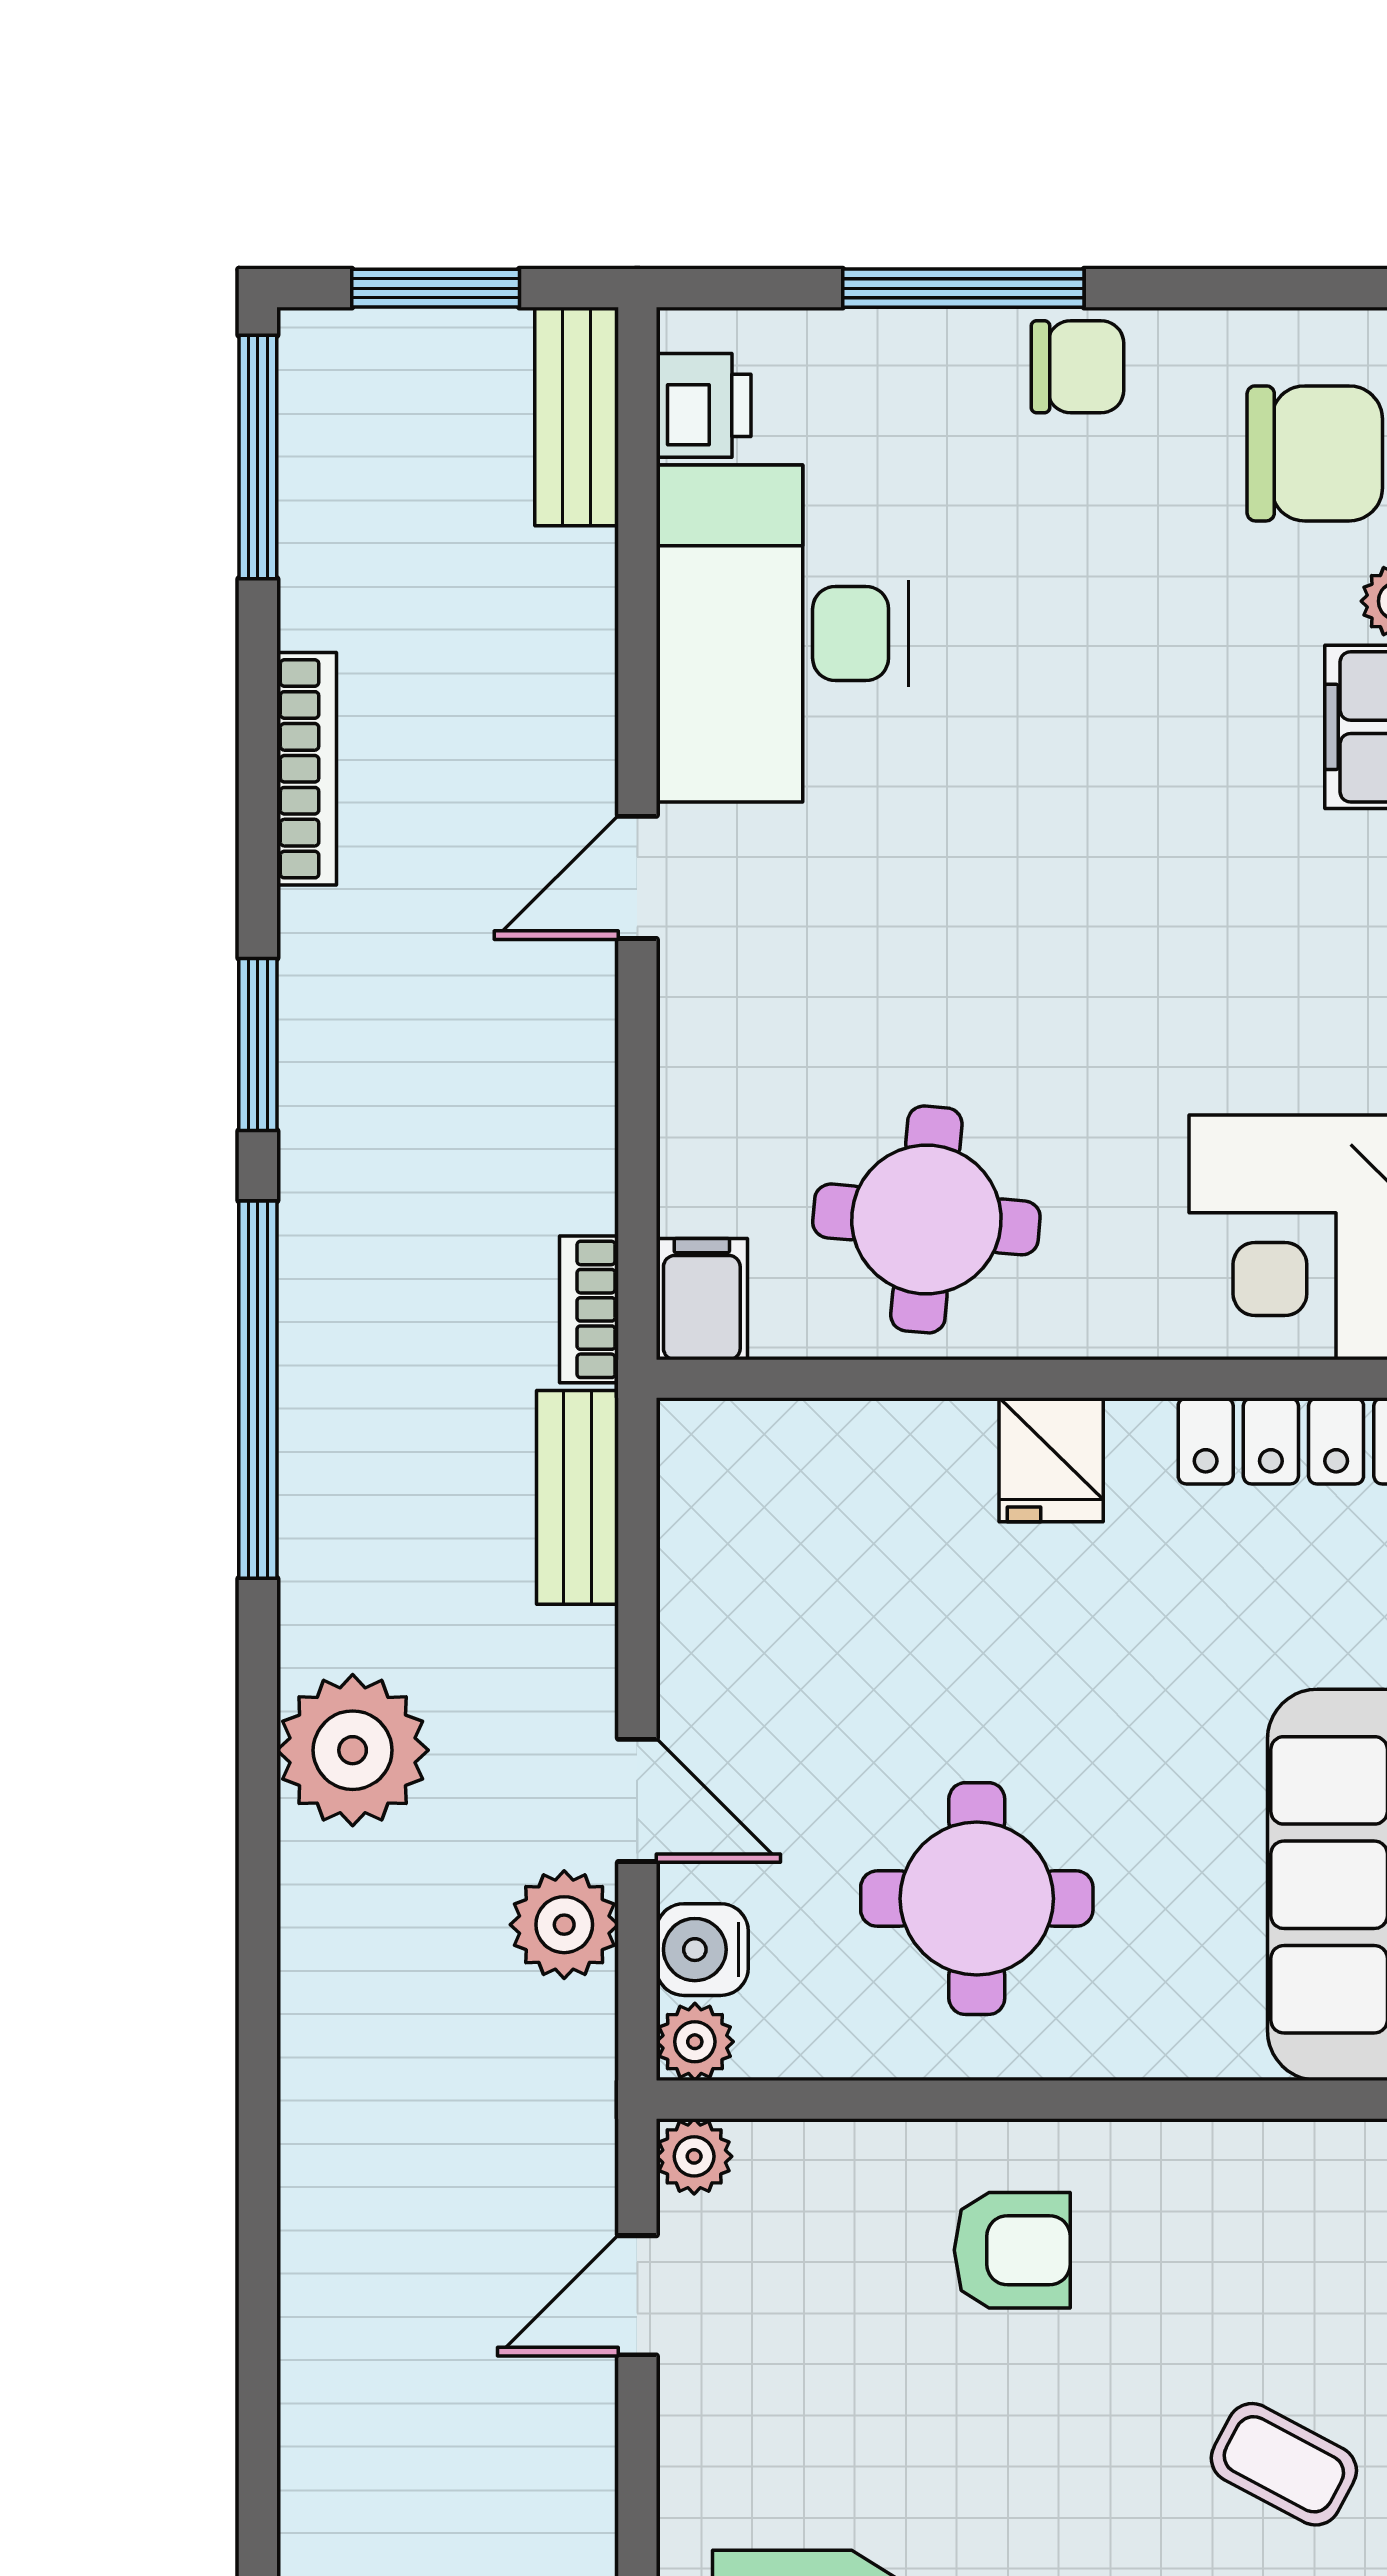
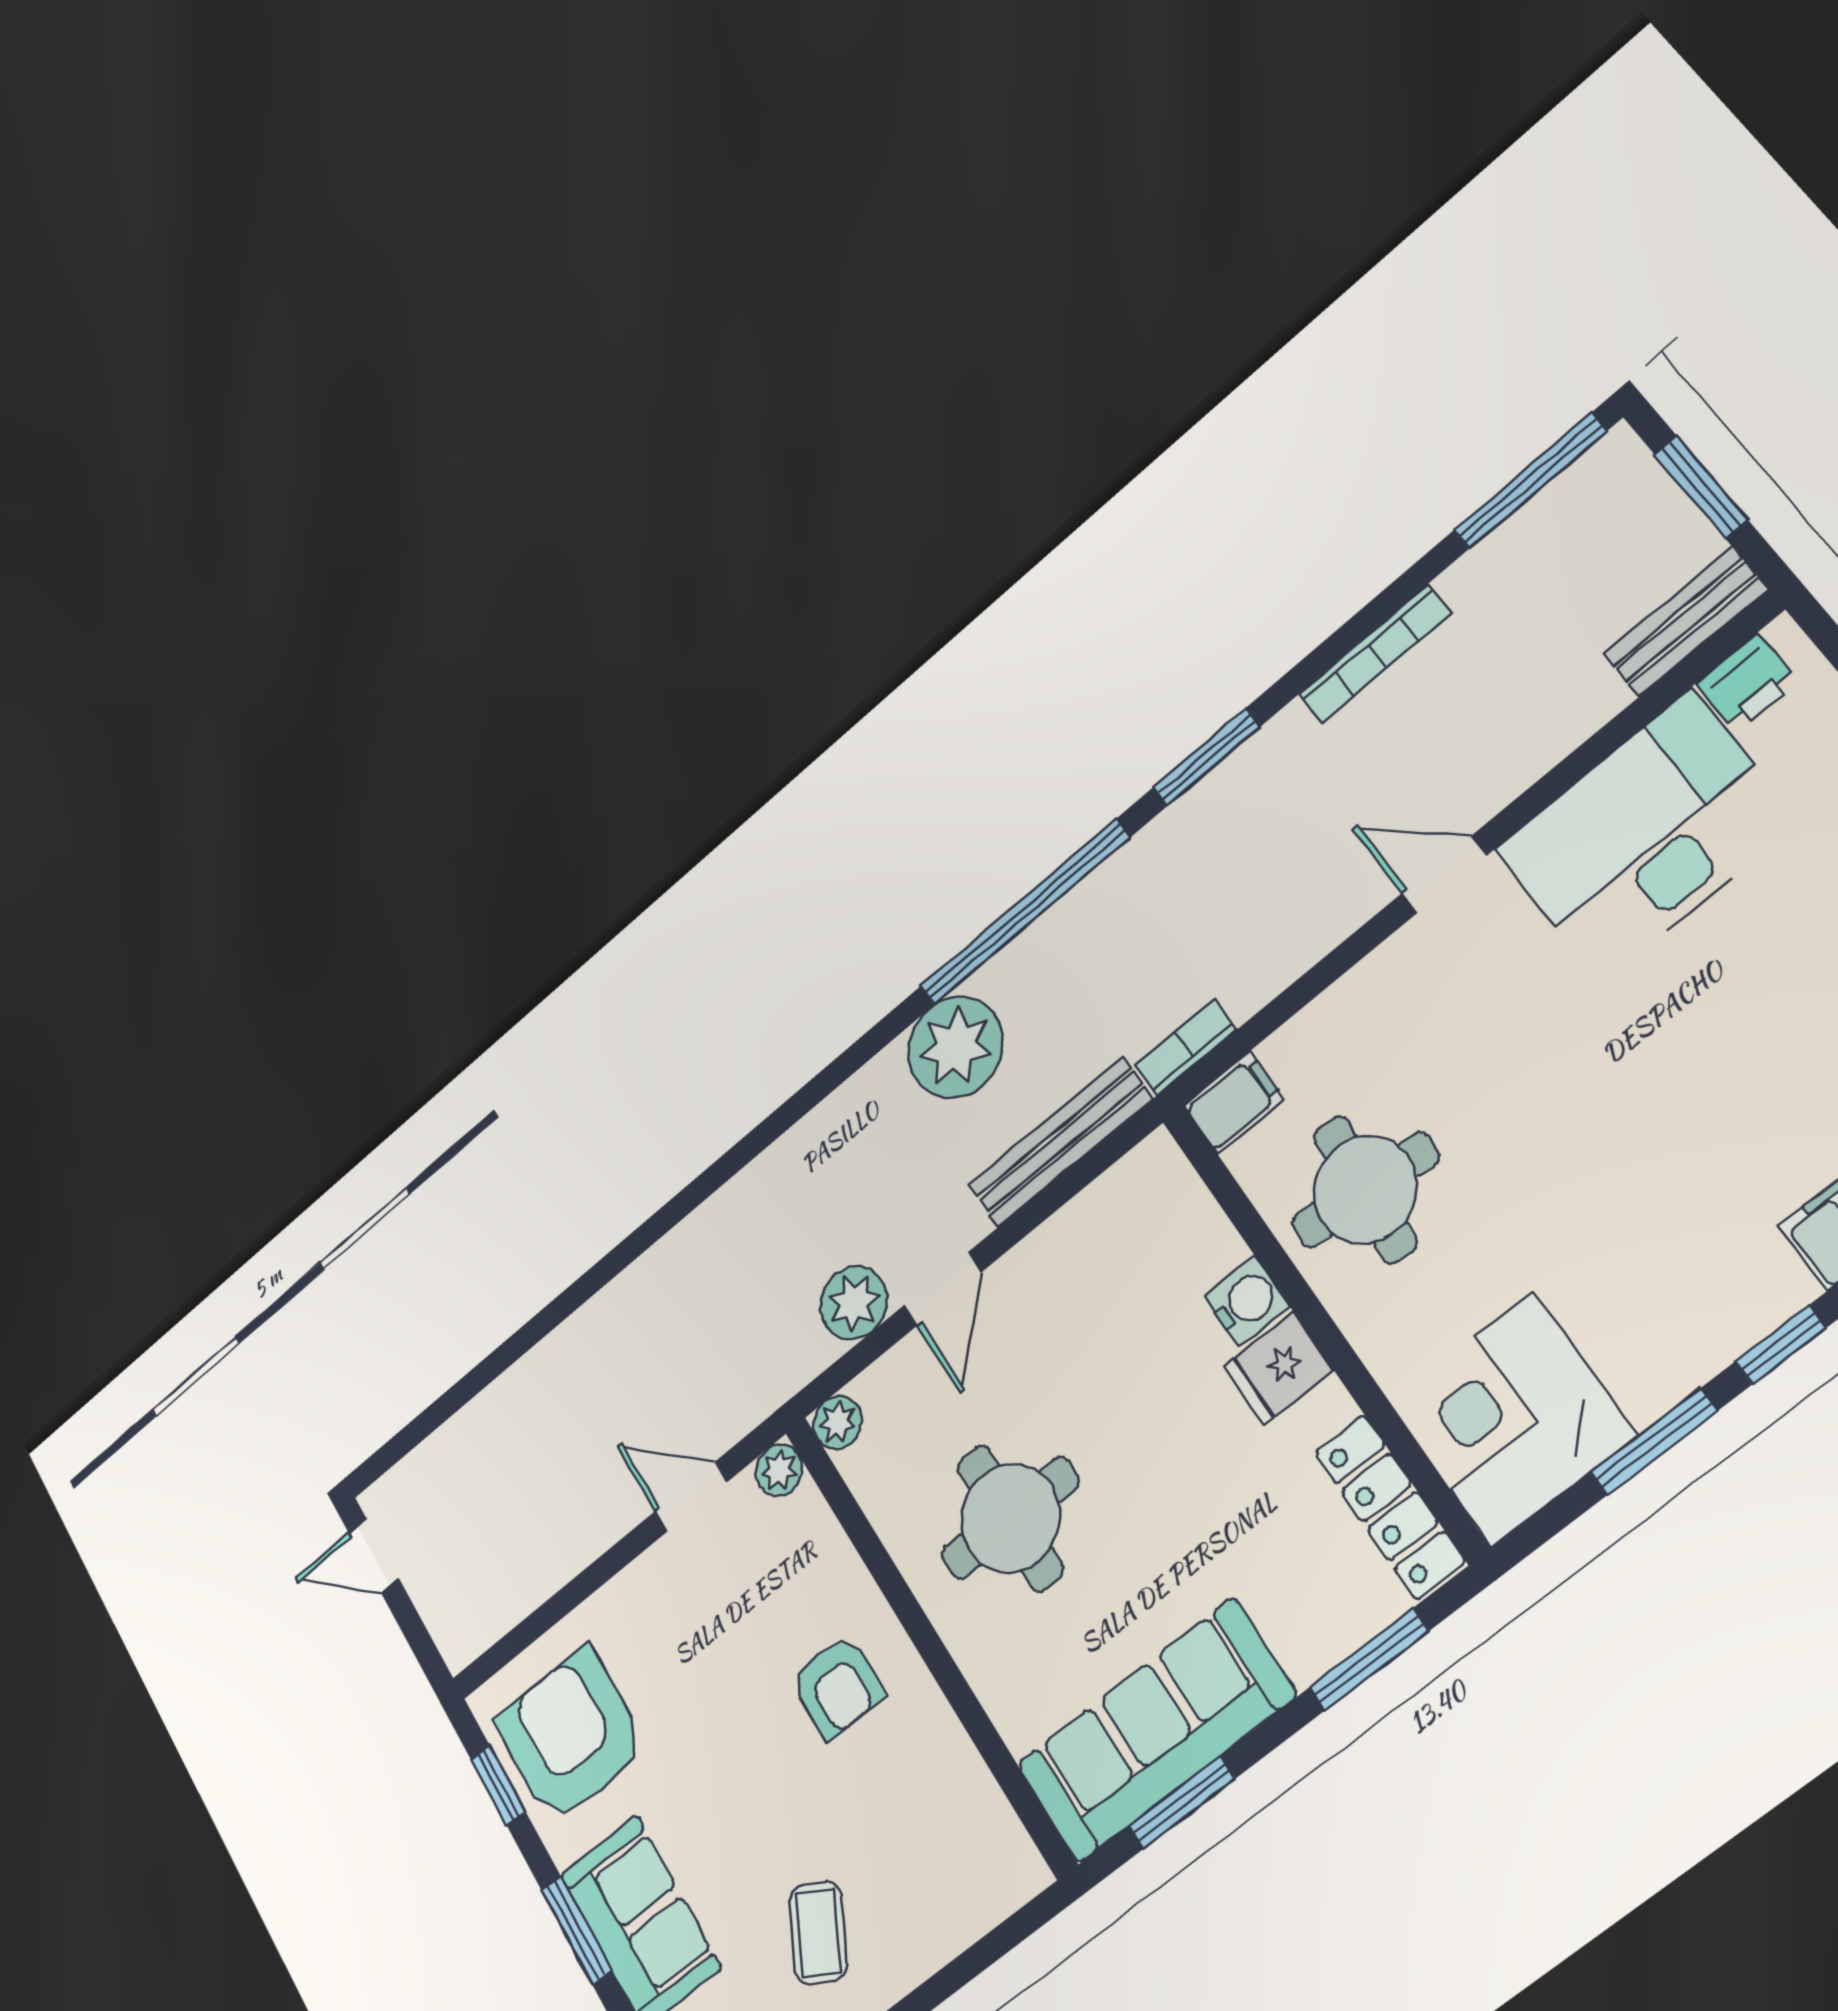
bench: (577, 1497) -> (1060, 1142), width x1.36
plant: (353, 1750) -> (955, 1047), moved
water cooler: (702, 1950) -> (1247, 1301), moved, turned 90

